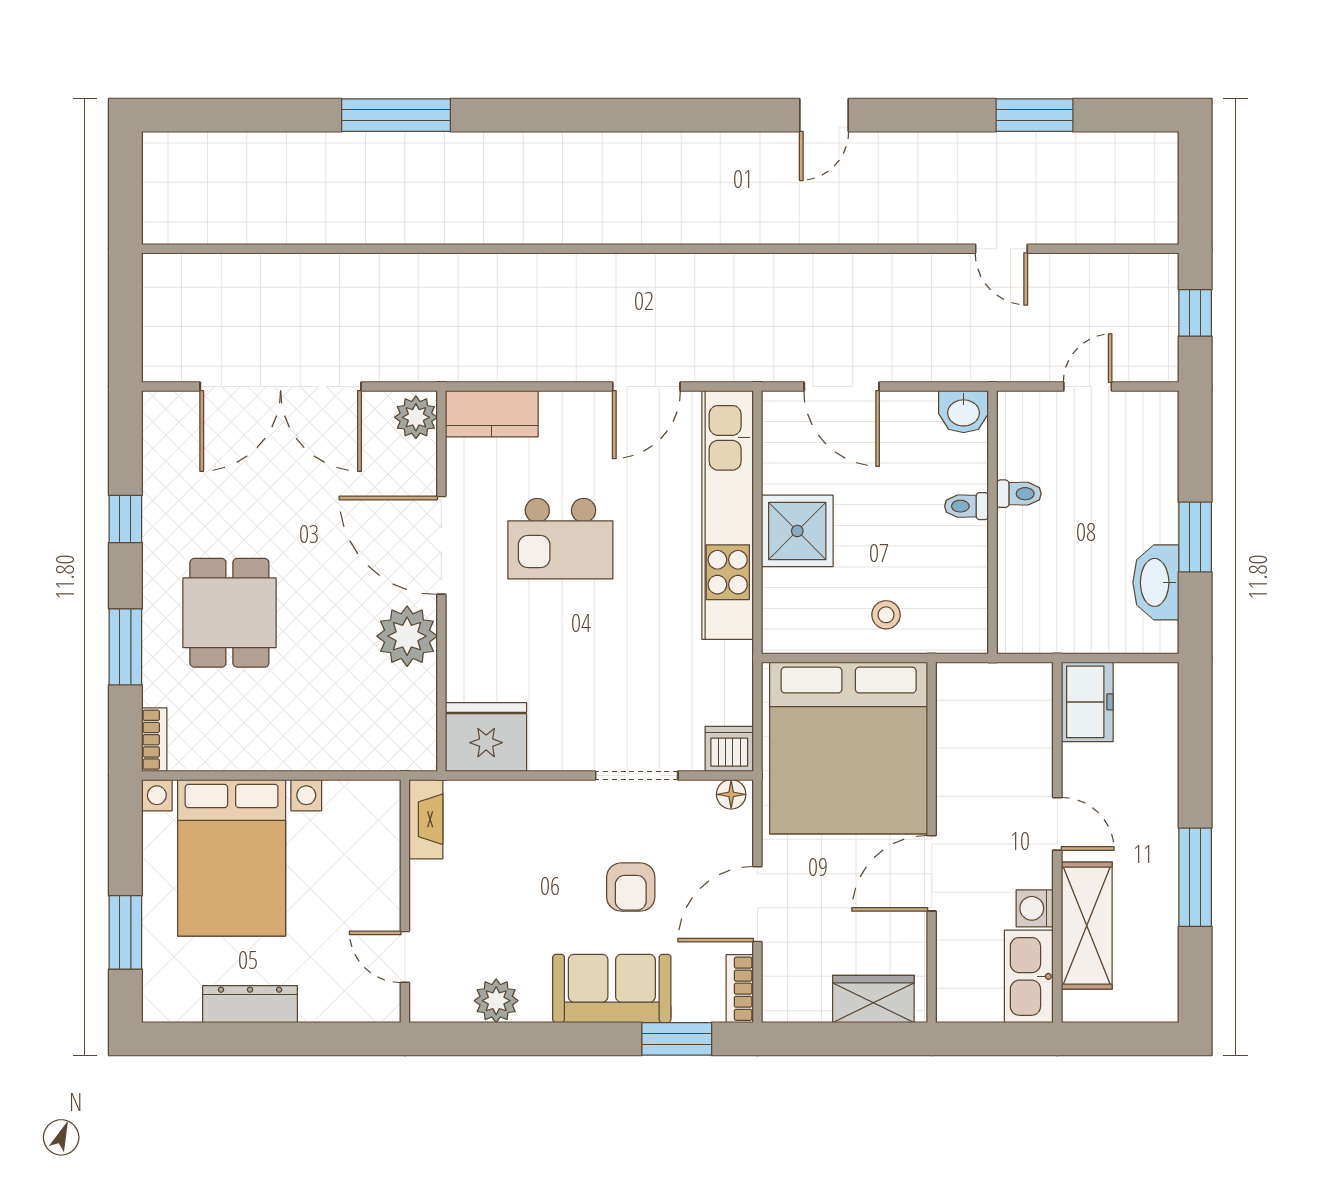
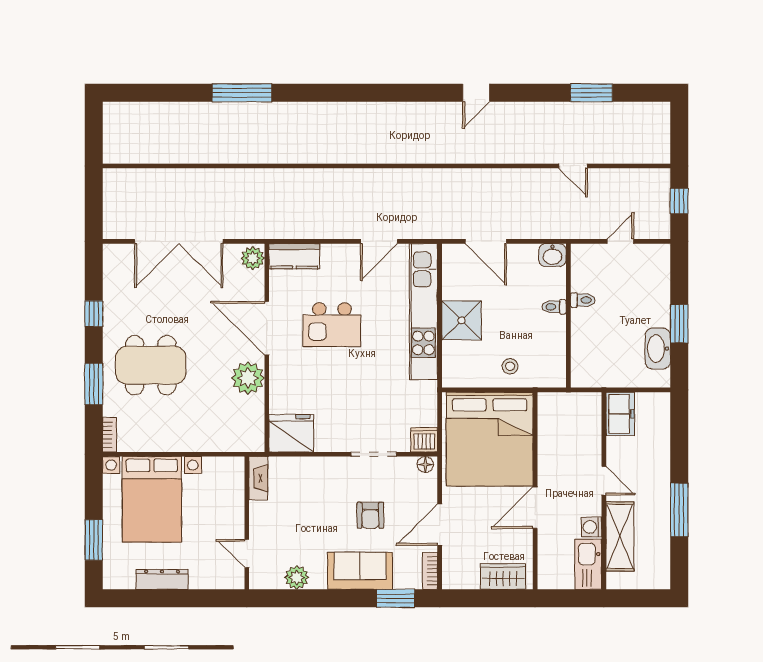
dining table: (229, 613) -> (151, 365), width x1.38

